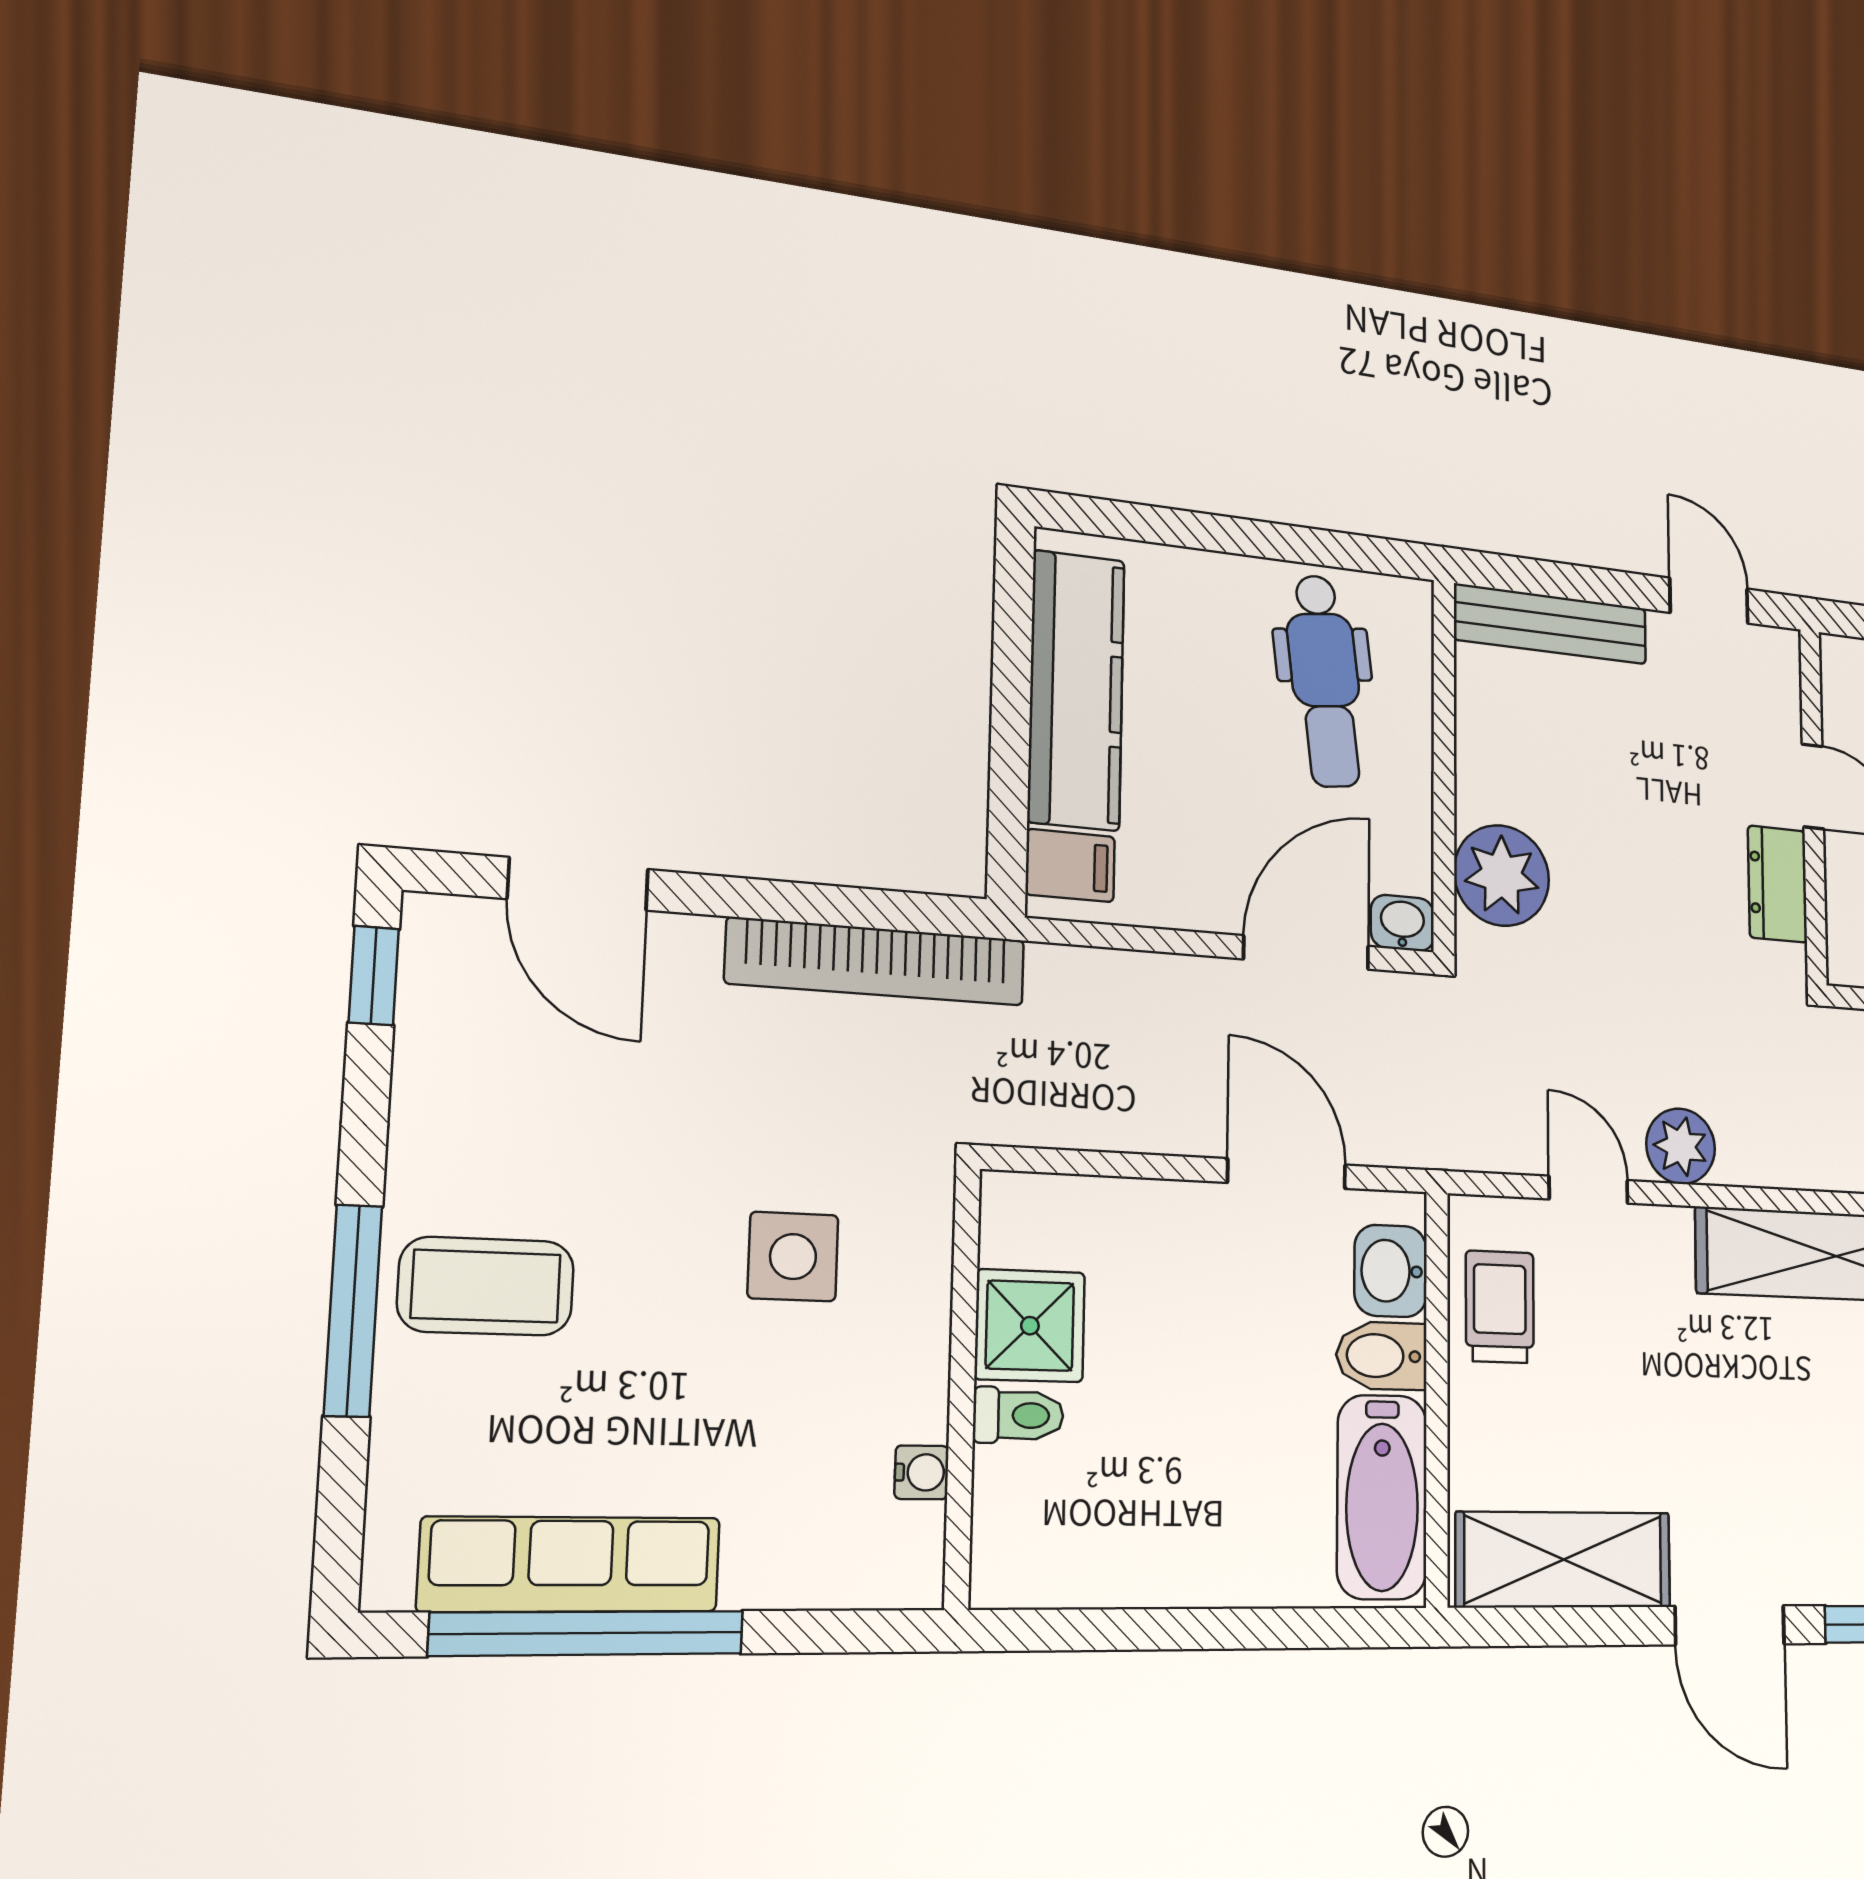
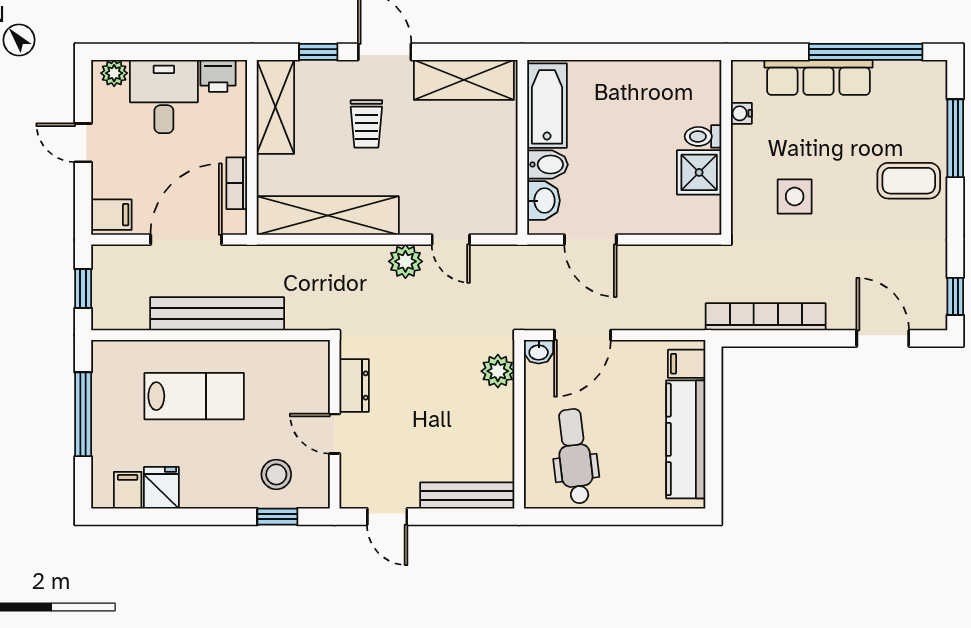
plant: (1502, 876) -> (498, 371), width x0.73, depth x0.73
trolley: (1500, 1307) -> (366, 124), moved
window: (353, 1311) -> (955, 138), moved
row of seats: (571, 1564) -> (818, 77), moved

